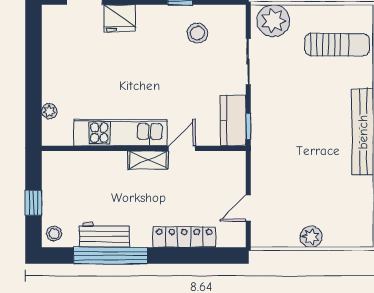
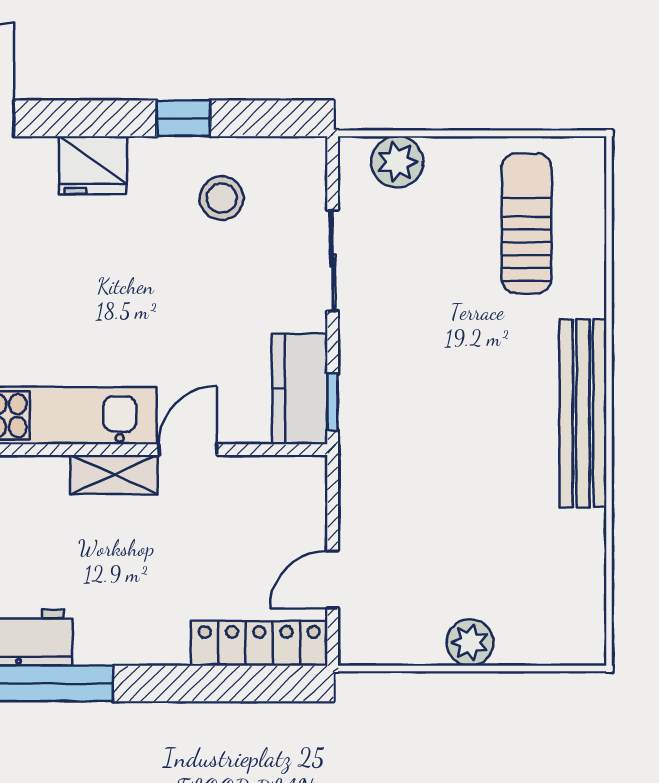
fridge: (120, 18) -> (93, 165), moved
plant: (273, 21) -> (397, 162), width x0.73, depth x0.73
sun lounger: (337, 45) -> (527, 223), turned -90
locker: (184, 237) -> (259, 643), moved

